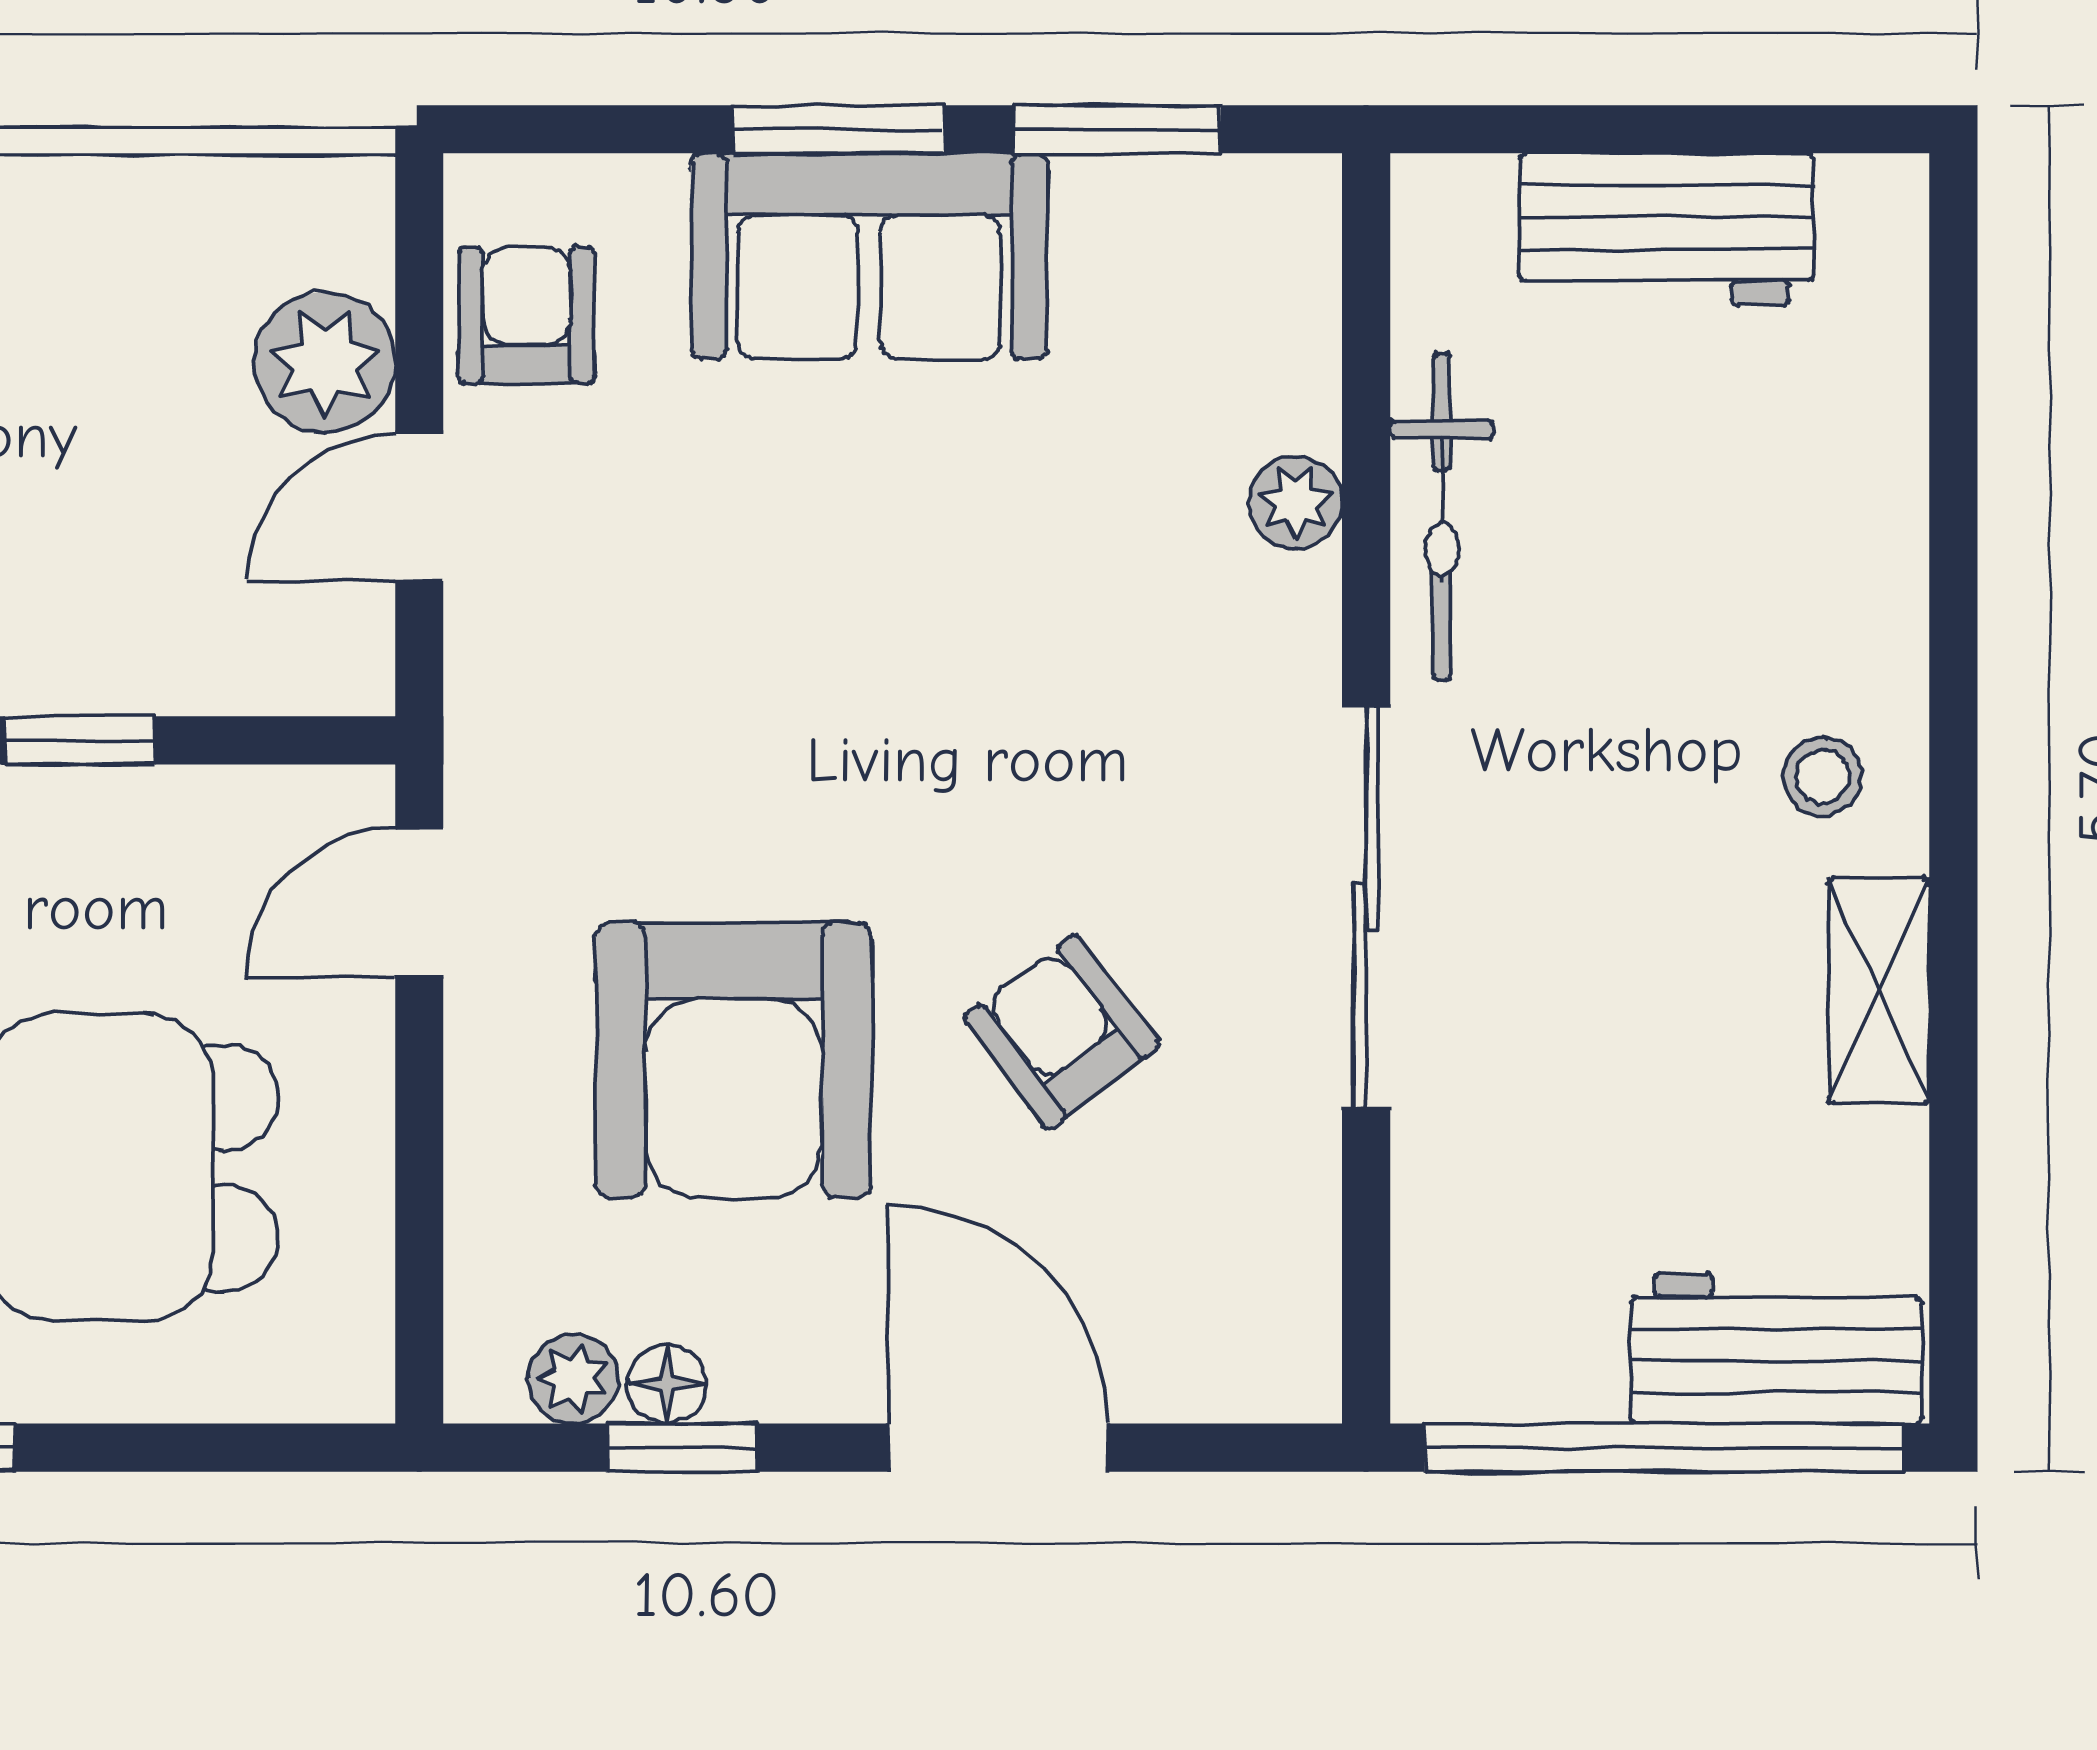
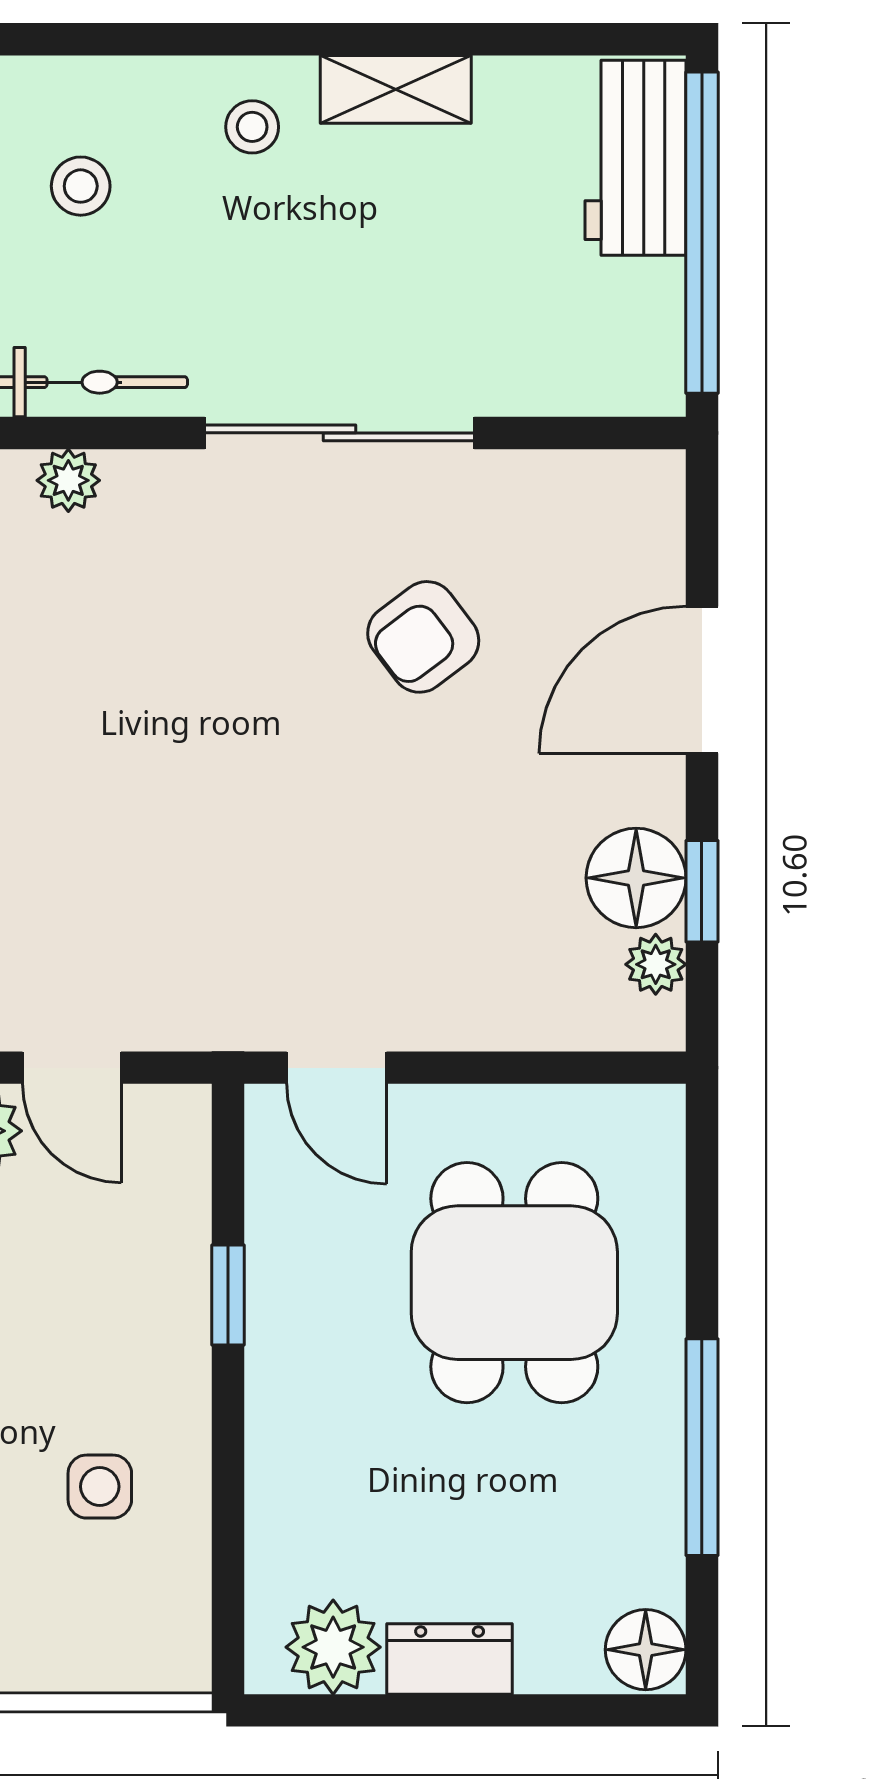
stool: (1734, 521) -> (81, 186), added
armchair: (734, 1060) -> (442, 857), removed
floor lamp: (667, 1384) -> (636, 878), width x1.89, depth x1.89

